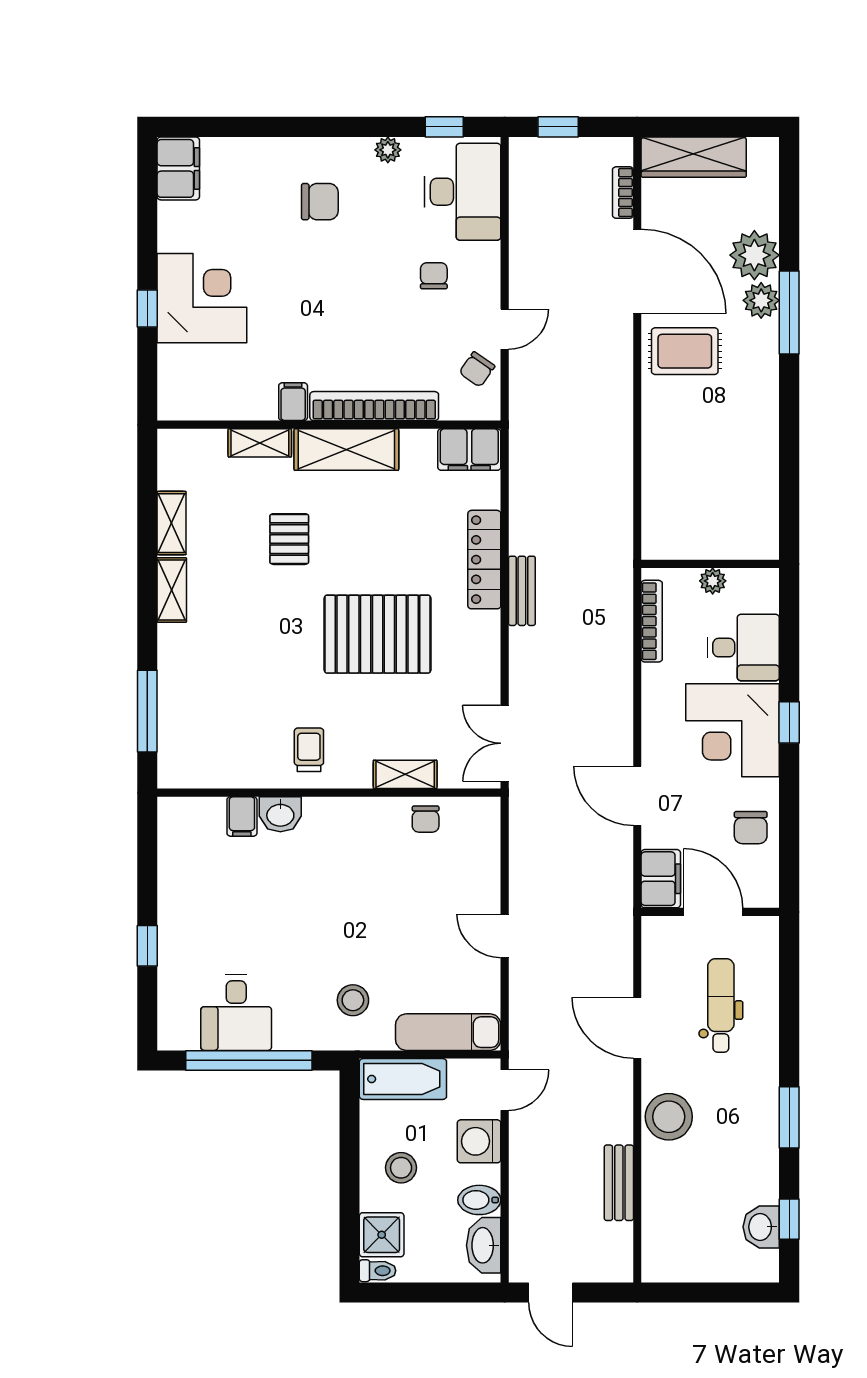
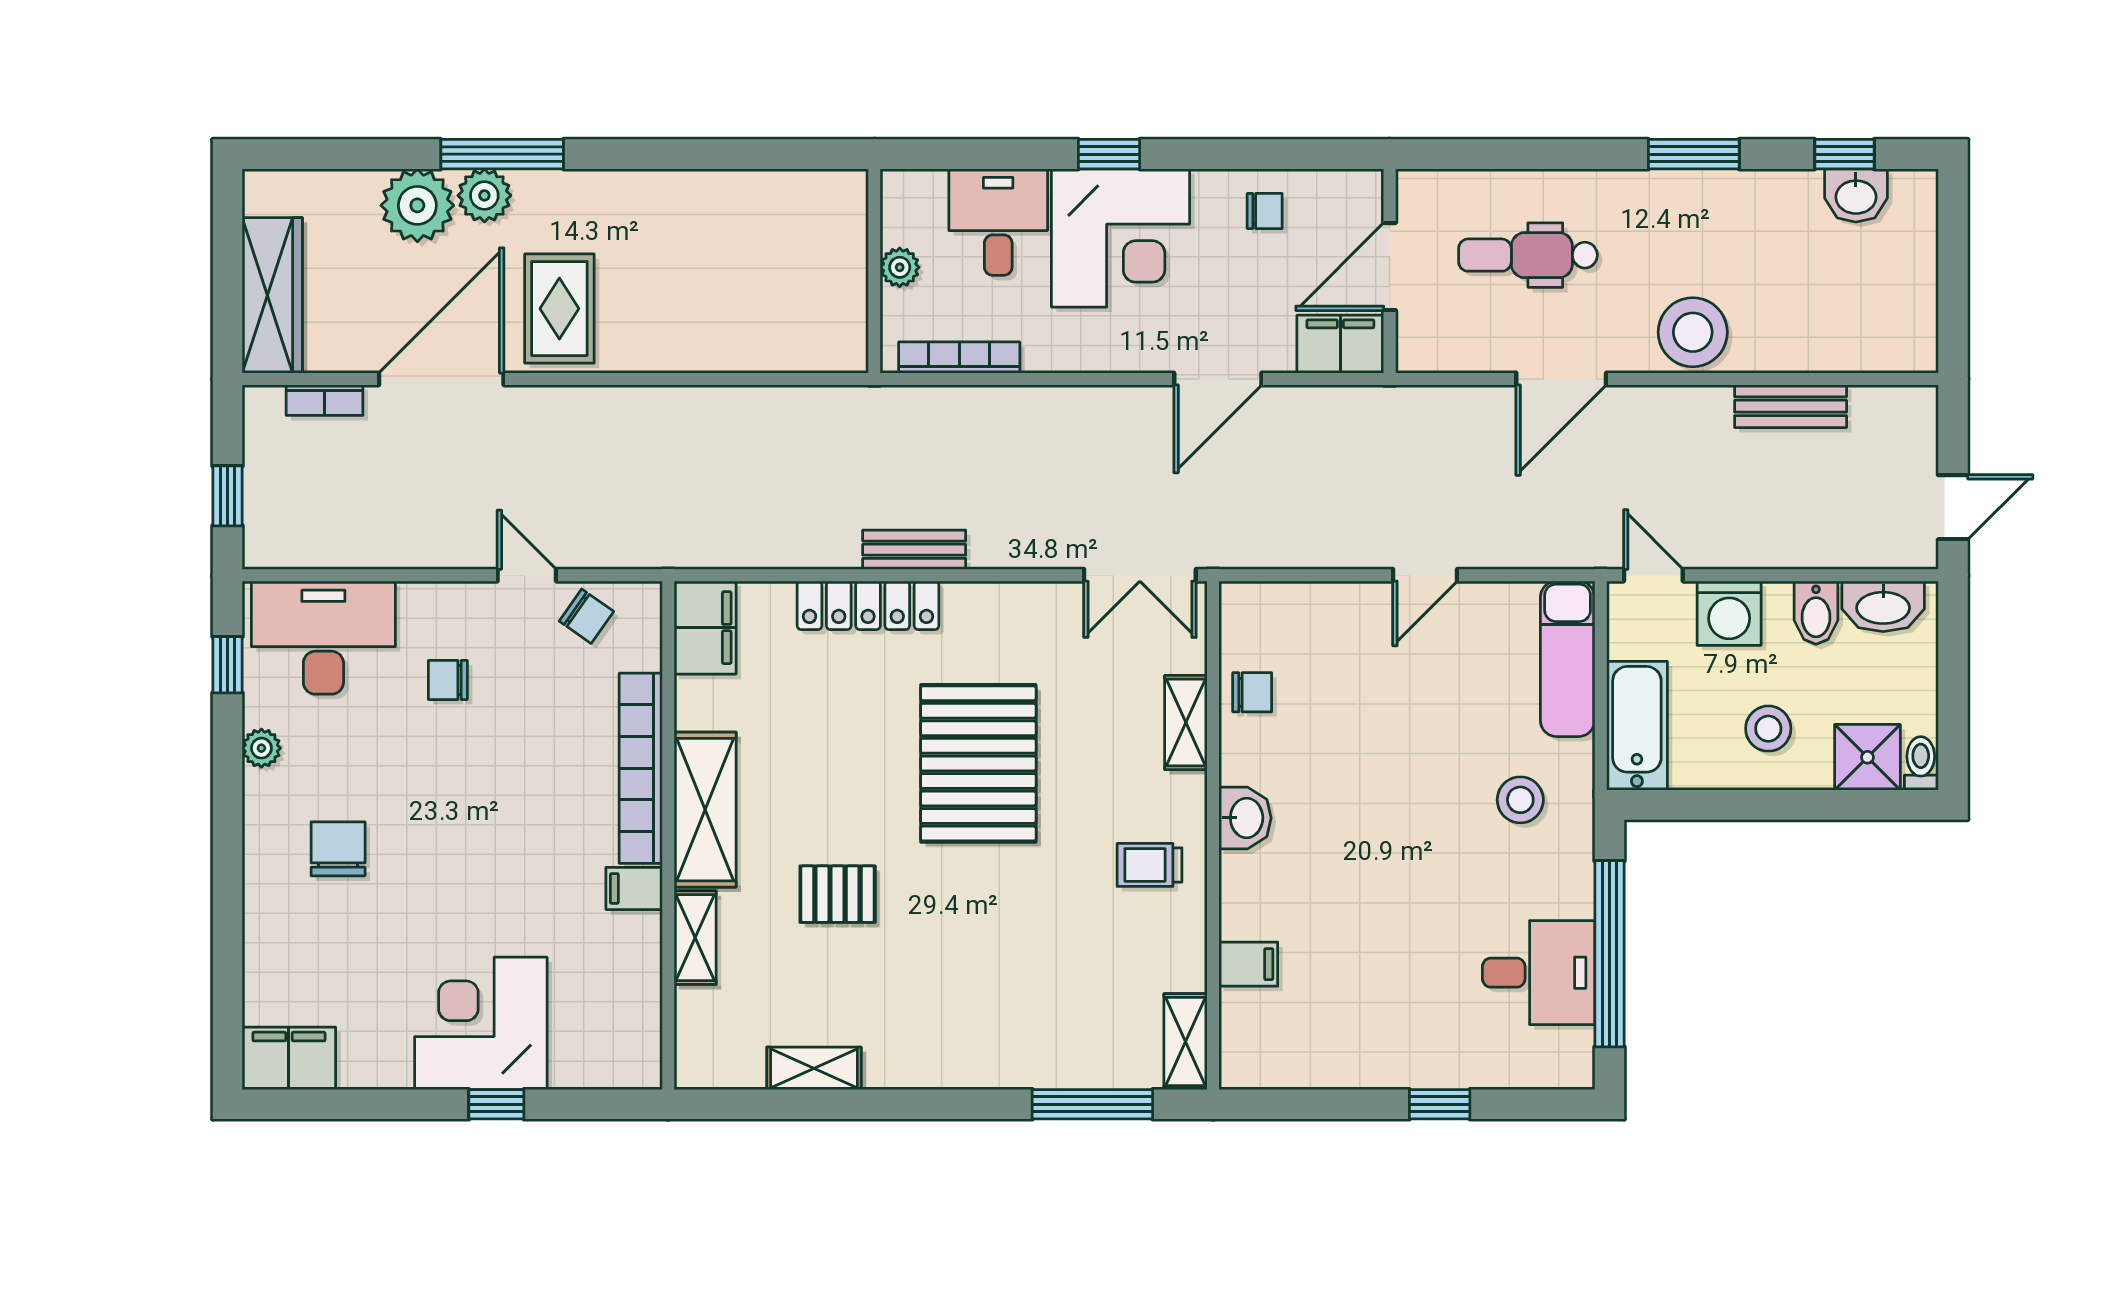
shelving: (172, 590) -> (1185, 1042), moved, turned 90
washbasin: (280, 814) -> (1245, 818), moved
chair: (751, 828) -> (1265, 211), width x0.73, depth x0.73

